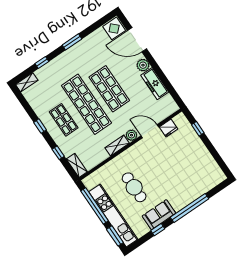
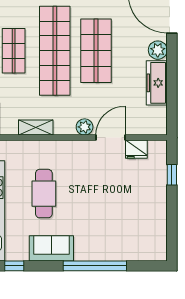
door: (150, 131) -> (110, 138), hinge flipped
shelving: (117, 145) -> (36, 128), moved
window: (158, 230) -> (14, 266), moved

